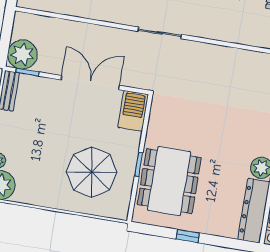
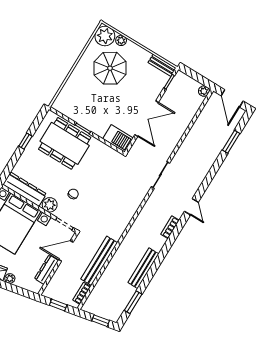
plant: (22, 54) -> (204, 91), moved, width x0.53, depth x0.53
chair: (234, 142) -> (73, 194), added
parasol: (92, 172) -> (110, 68), moved

